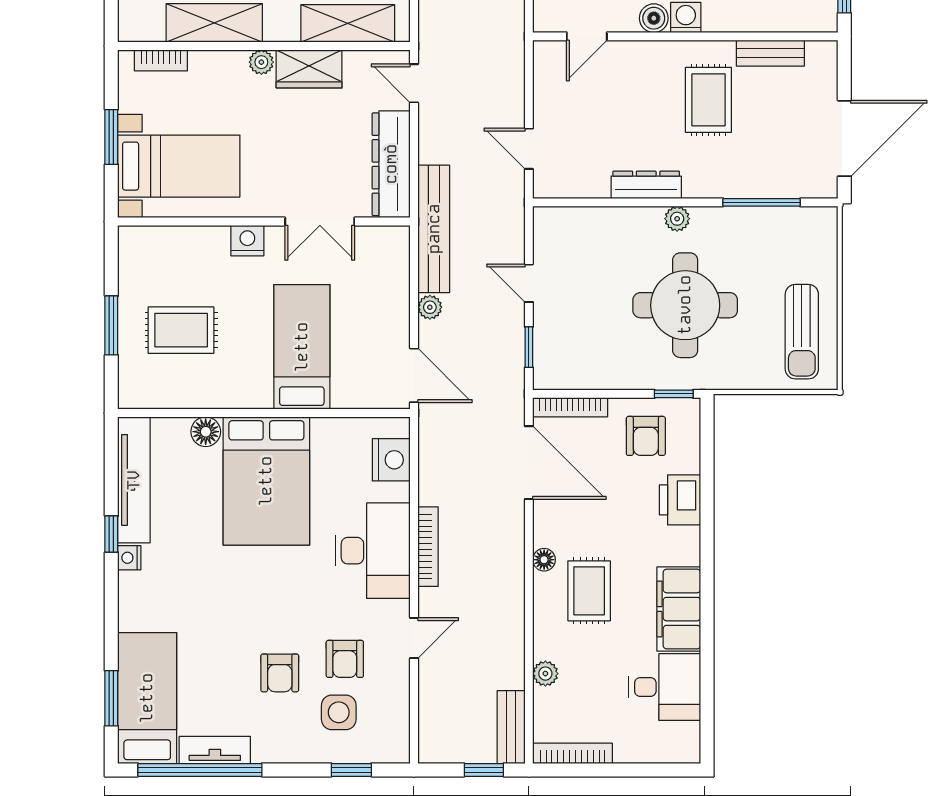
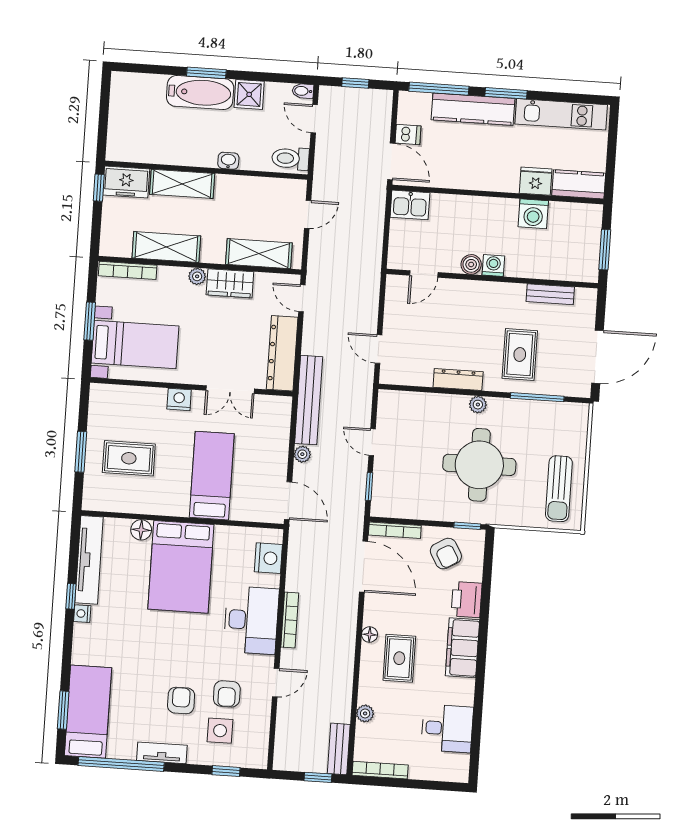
bookcase: (161, 60) -> (128, 270), width x1.56
rug: (708, 100) -> (520, 355), moved
armchair: (646, 436) -> (446, 554), turned -30
filing cabinet: (679, 609) -> (462, 648), moved
armchair: (280, 673) -> (181, 701), turned 180
tv unit: (215, 750) -> (162, 753), moved

